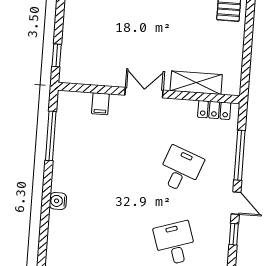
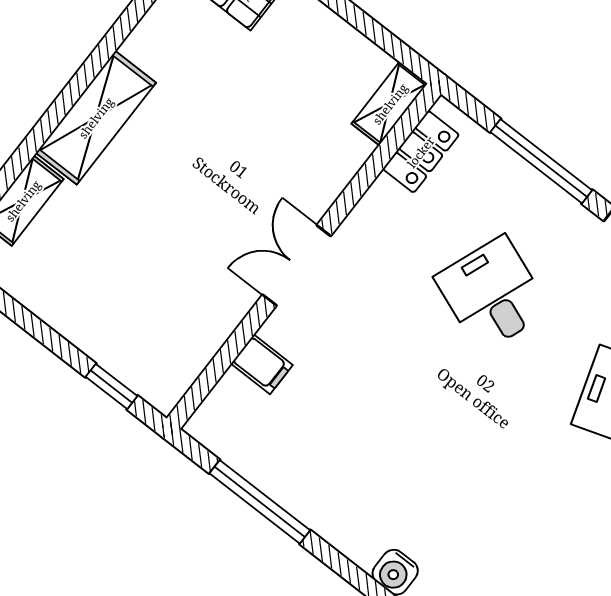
shelving: (196, 83) -> (390, 104), moved, width x0.67, depth x0.75

